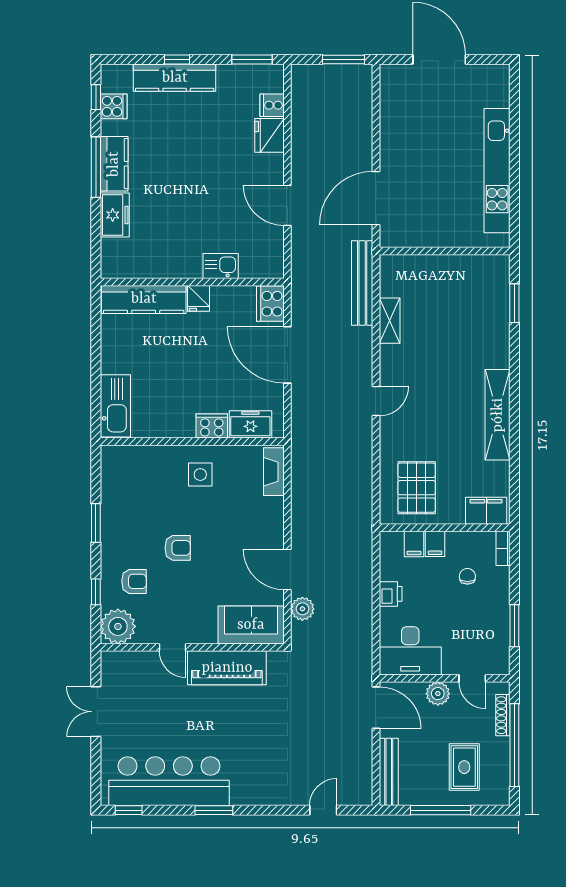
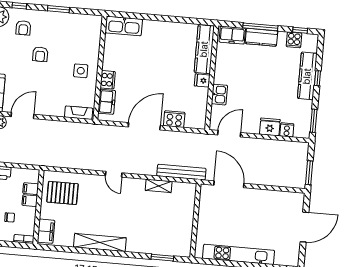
kitchen sink: (221, 266) -> (219, 95), moved
wall: (192, 282) -> (212, 78), moved
fridge: (199, 298) -> (202, 80), moved
kitchen counter: (144, 299) -> (204, 49), moved

